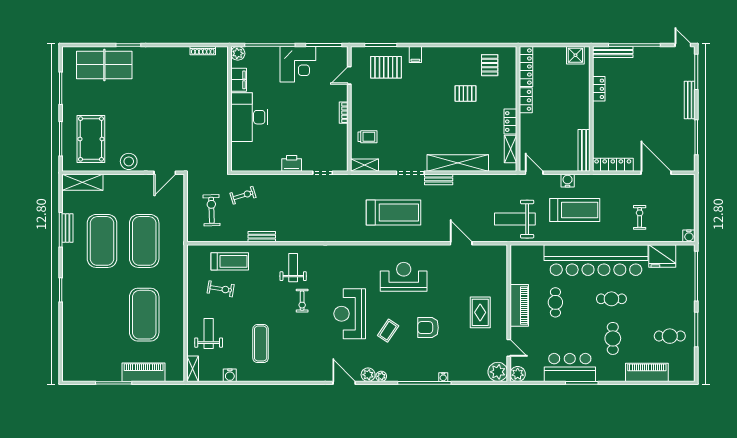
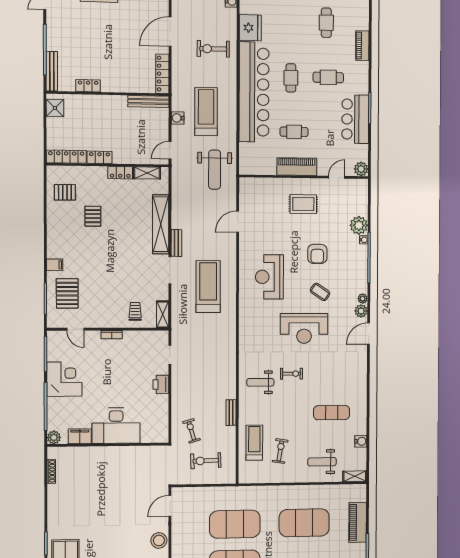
door: (165, 173) -> (170, 506), swing flipped
exercise bike: (640, 217) -> (213, 49), width x1.38, depth x1.39
plant: (498, 372) -> (359, 225), moved
piano: (647, 372) -> (362, 46), width x0.73, depth x0.75

